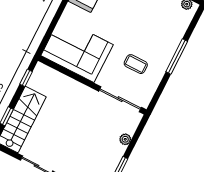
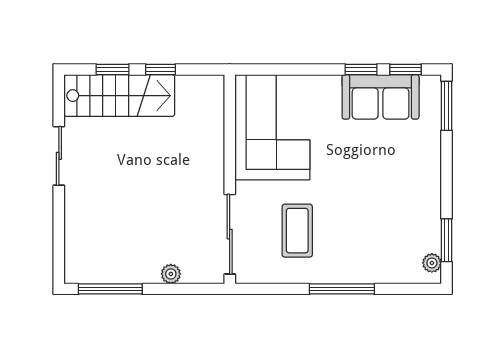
coffee table: (136, 64) -> (297, 231), width x1.36, depth x1.30
window: (26, 78) -> (161, 70), moved

